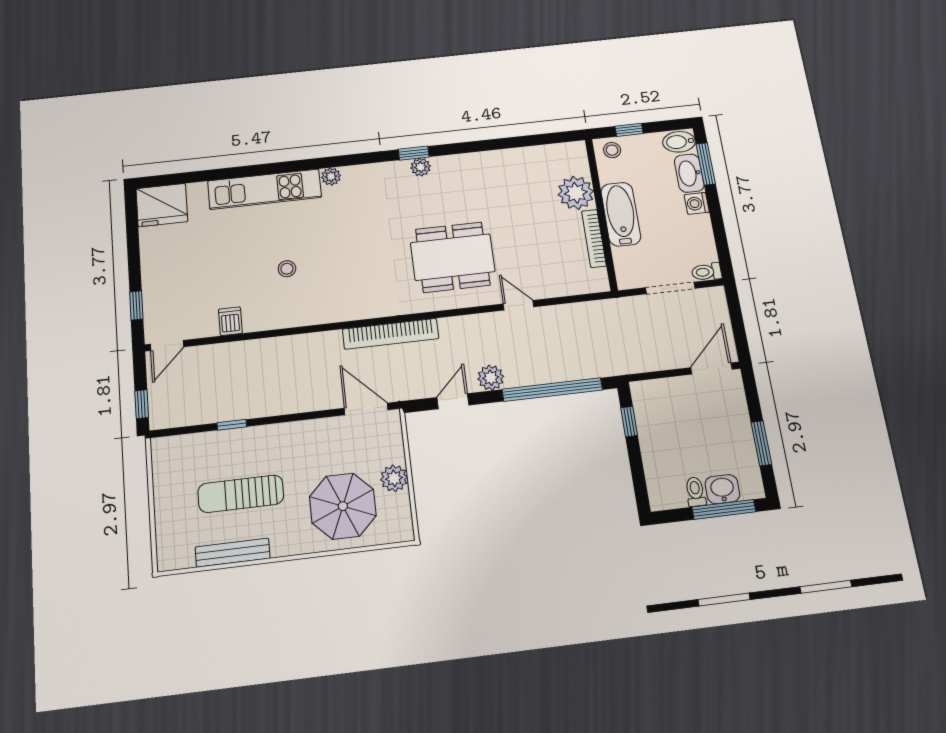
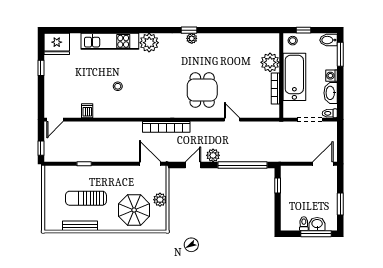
washbasin: (689, 173) -> (331, 93), moved
plant: (331, 176) -> (149, 43), width x1.88, depth x1.88
bathtub: (621, 214) -> (294, 77), width x1.36, depth x1.36
dining table: (453, 257) -> (202, 90), width x0.73
window: (136, 305) -> (41, 68), moved

